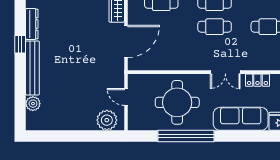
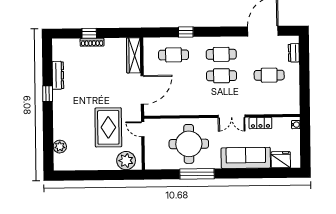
bench: (32, 68) -> (59, 115), removed
rug: (87, 83) -> (108, 127), added
door: (126, 97) -> (143, 129), moved
window: (186, 136) -> (197, 174), width x0.68

